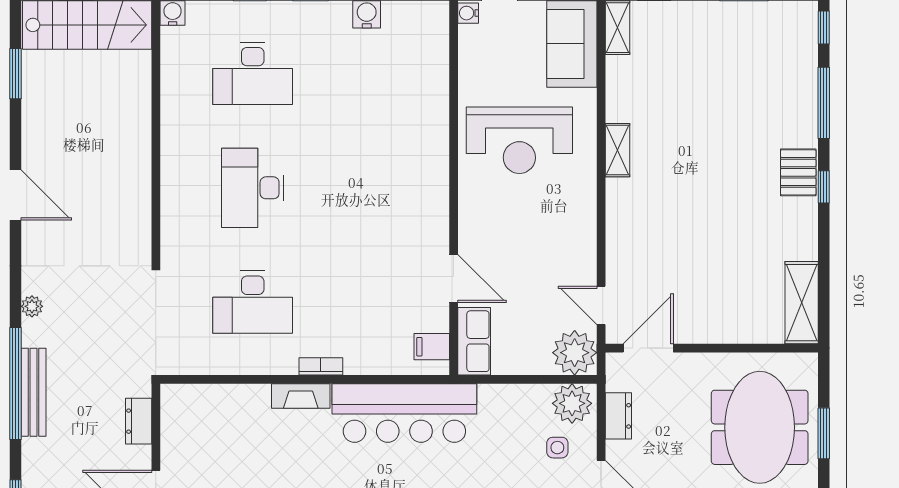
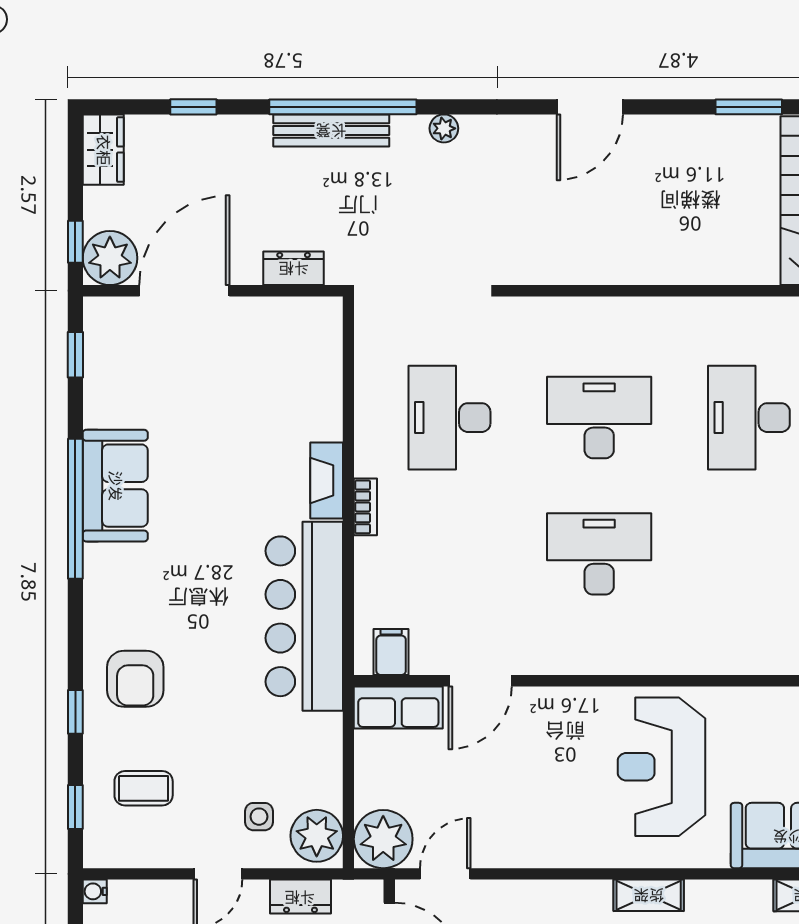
desk: (357, 188) -> (599, 554), added

